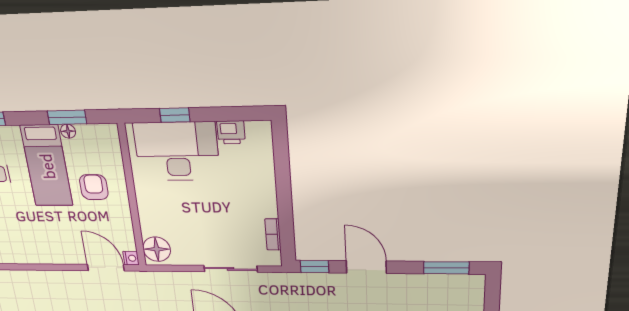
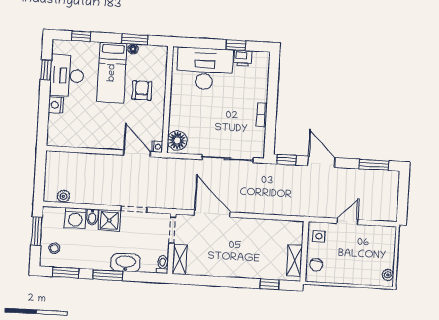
window: (175, 115) -> (236, 45), moved
bookcase: (273, 234) -> (262, 115), moved
sliding door: (231, 269) -> (227, 159), width x1.37

